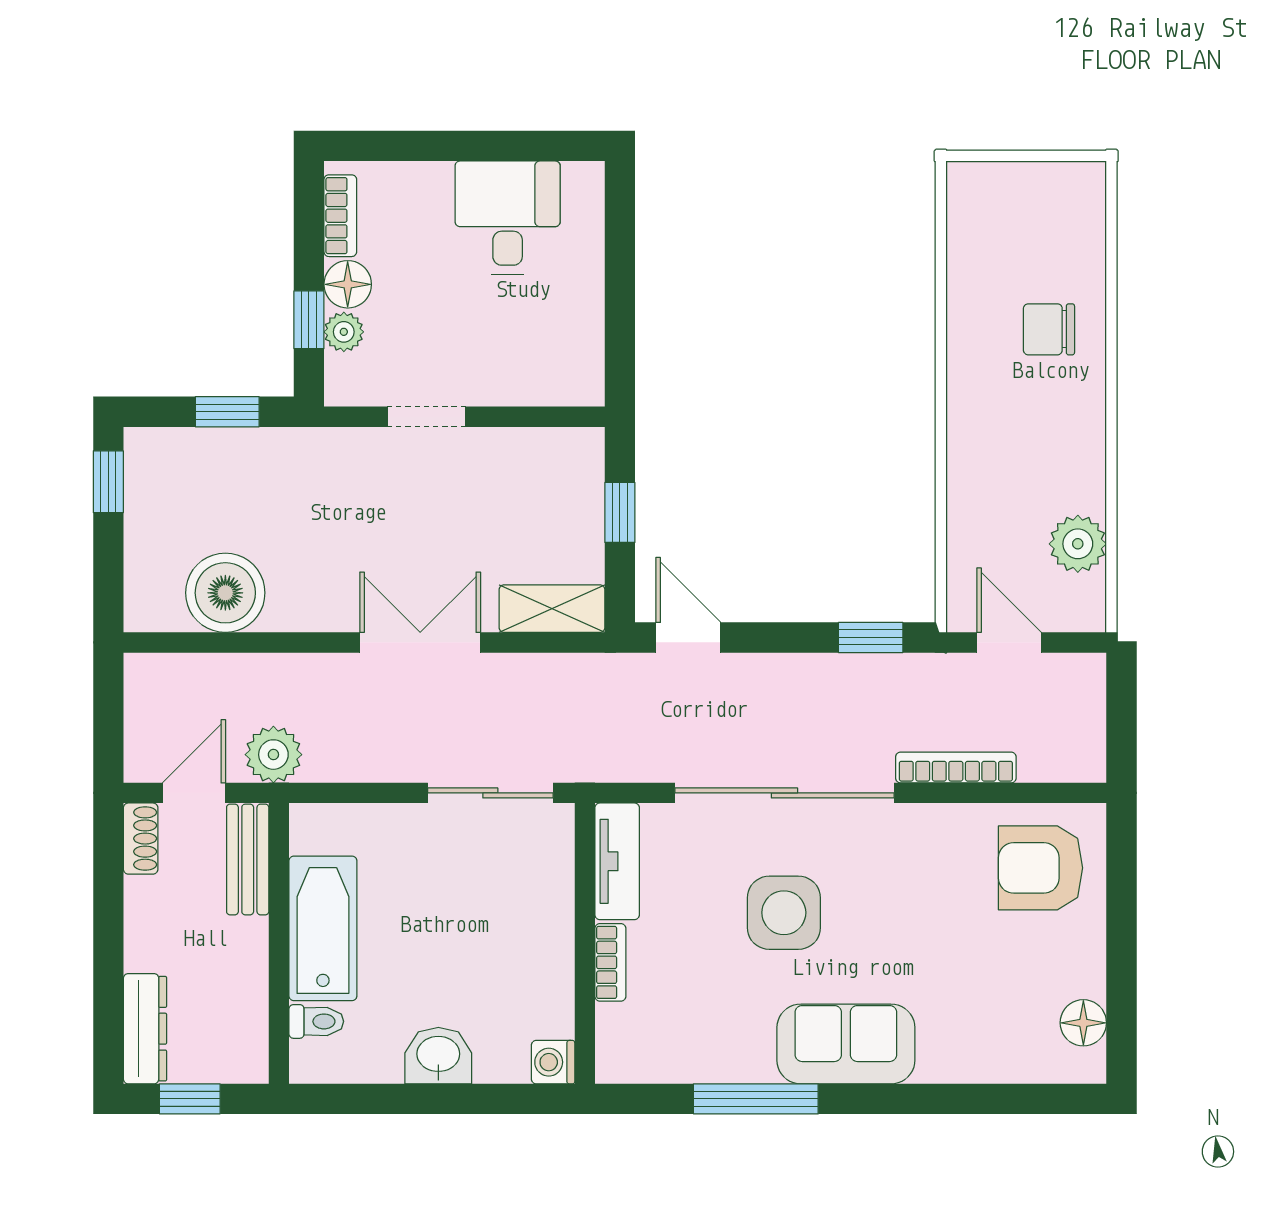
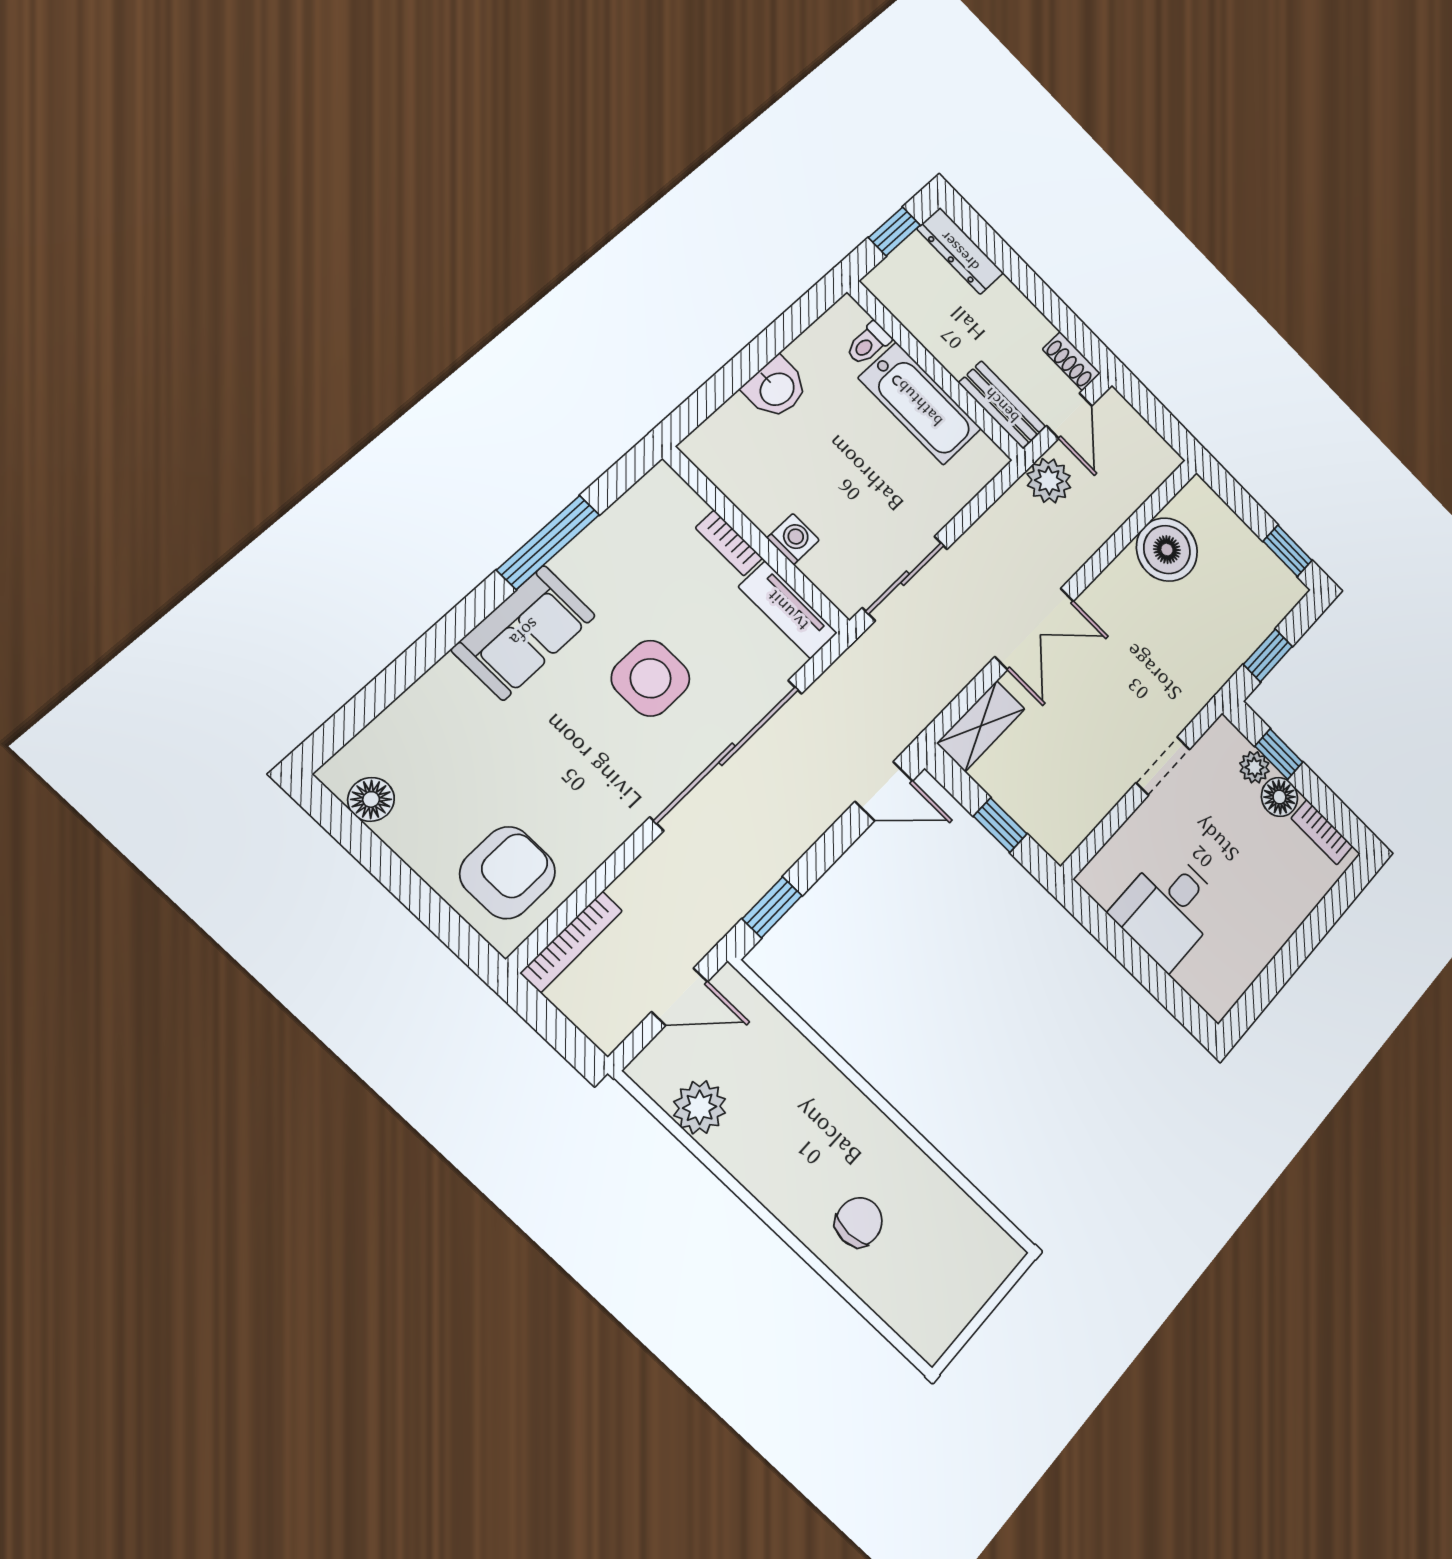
desk: (508, 218) -> (1168, 909), moved, turned 90
bookcase: (956, 767) -> (572, 942), moved
washing machine: (553, 1062) -> (793, 539), moved

